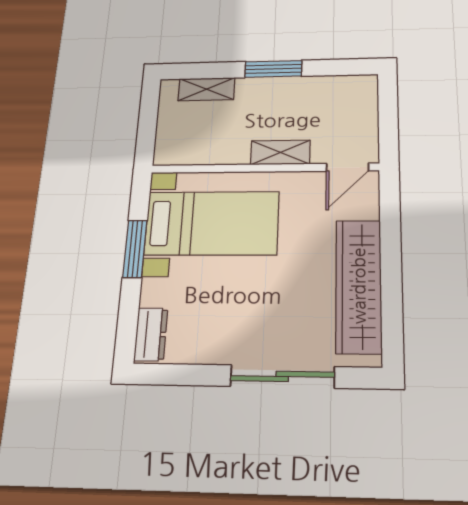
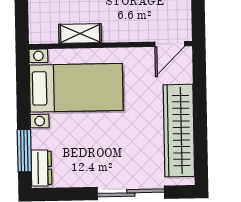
shelving: (280, 152) -> (80, 33), moved
window: (135, 249) -> (24, 151), moved

